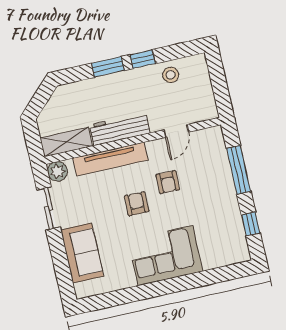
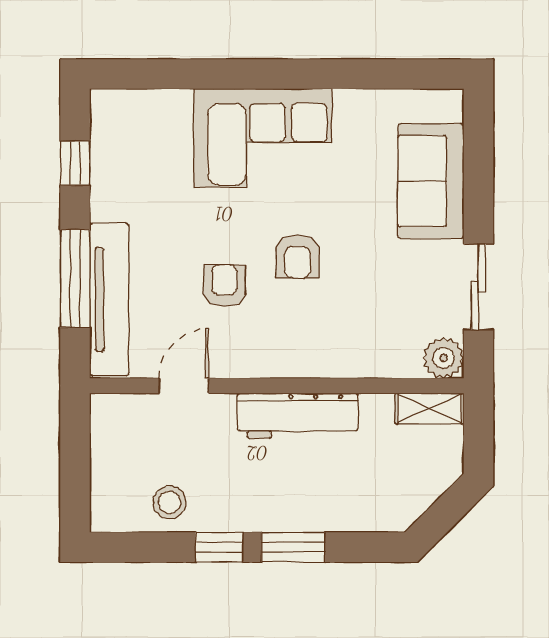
shelving: (66, 142) -> (429, 408), width x0.67, depth x0.75
tv unit: (110, 159) -> (109, 299), moved, turned 90

